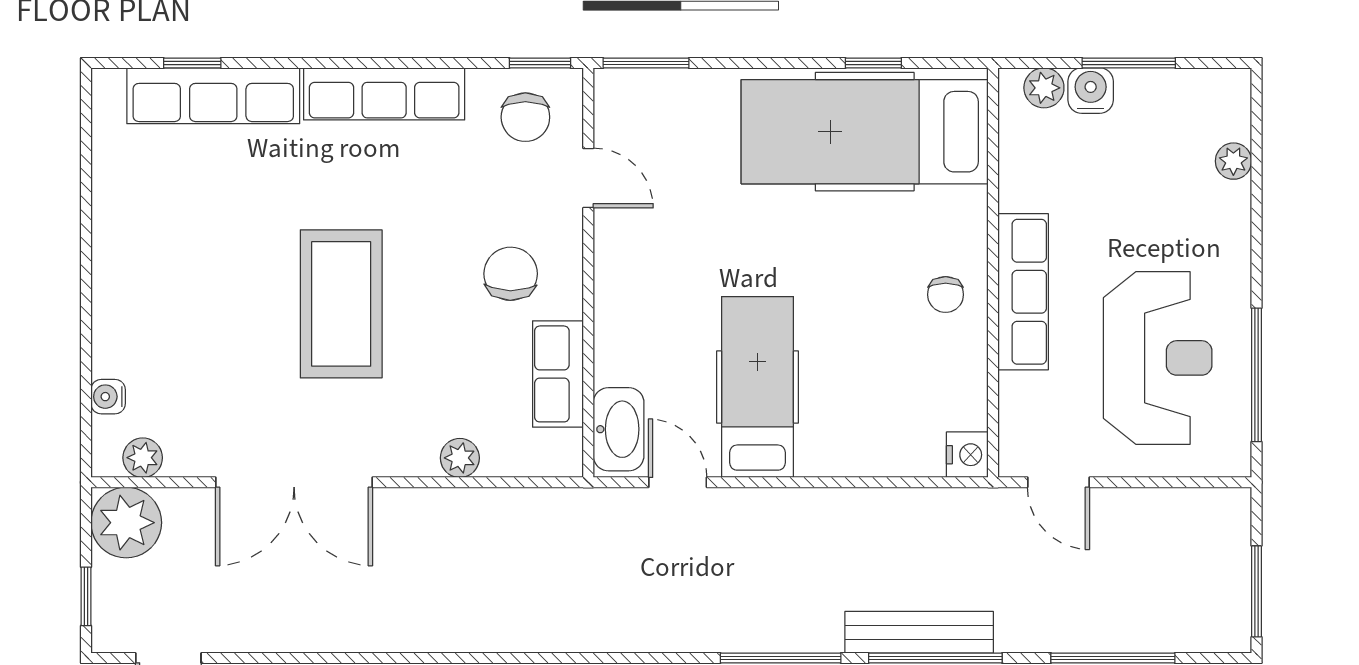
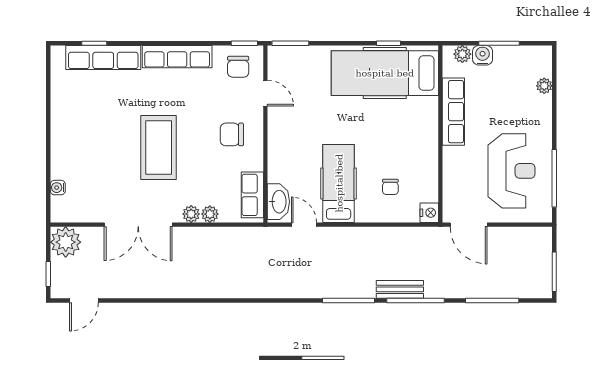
chair: (511, 274) -> (232, 134), turned -91
row of seats: (1023, 292) -> (453, 112), moved
chair: (946, 295) -> (390, 187), moved
row of seats: (558, 374) -> (252, 195), moved
plant: (143, 458) -> (191, 214), moved
door: (1058, 482) -> (469, 225), width x1.38
bench: (919, 632) -> (400, 289), width x0.73

